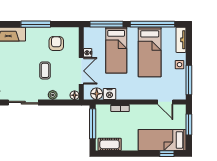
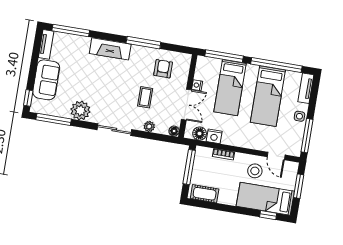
stool: (149, 118) -> (255, 171), added

